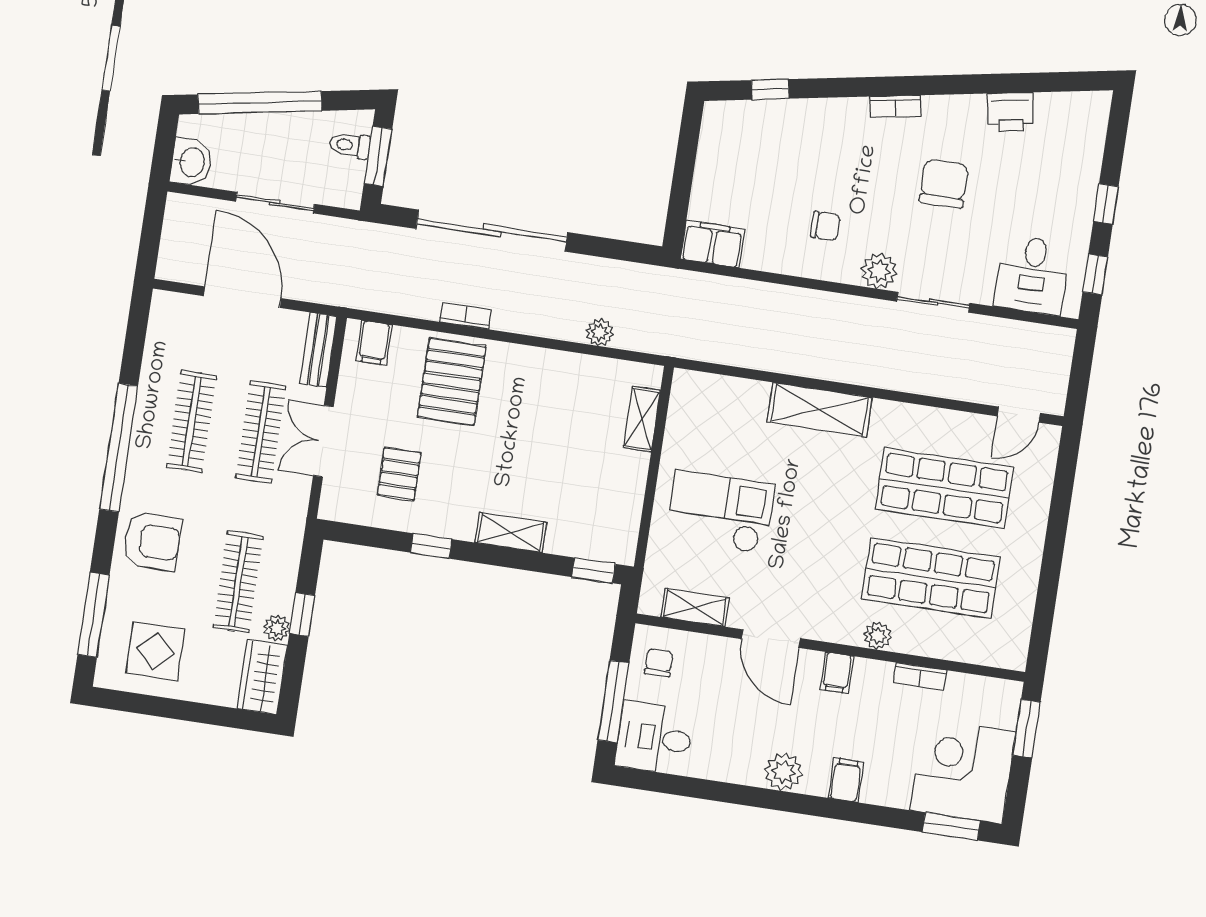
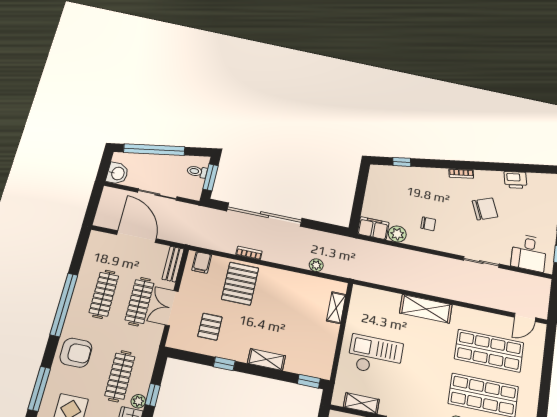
chair: (944, 184) -> (485, 209), turned 68
plant: (879, 271) -> (397, 234), moved

